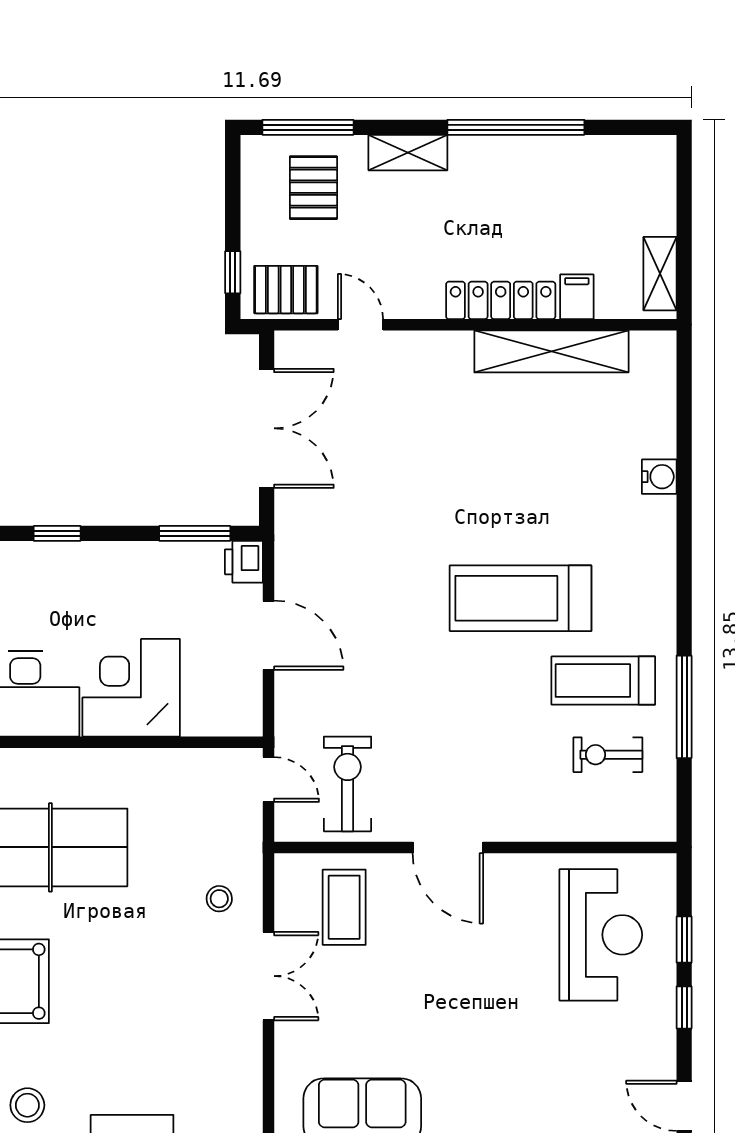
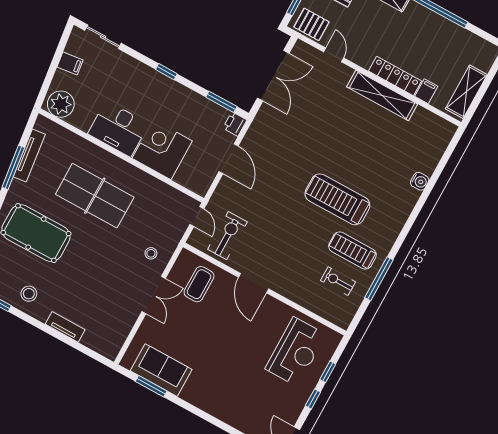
shelving: (660, 274) -> (466, 92), width x1.50, depth x1.33
shelving: (551, 351) -> (382, 95), moved

